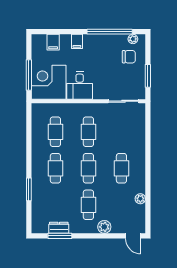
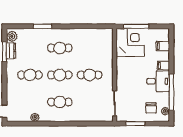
desk: (80, 86) -> (158, 81), moved, turned 180
cafe table: (55, 132) -> (90, 48), removed
plant: (104, 227) -> (12, 36), moved

